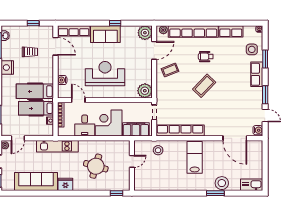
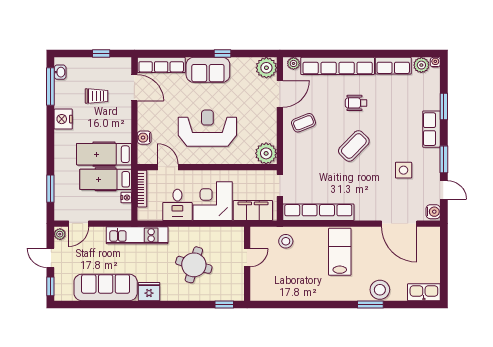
plant: (250, 31) -> (421, 65), added
side table: (252, 49) -> (404, 170), moved

